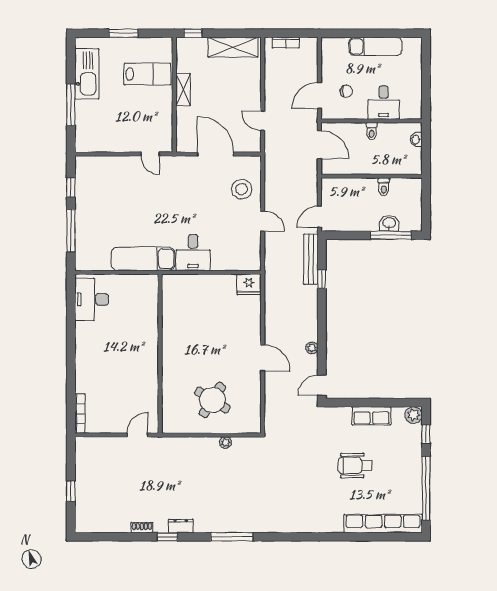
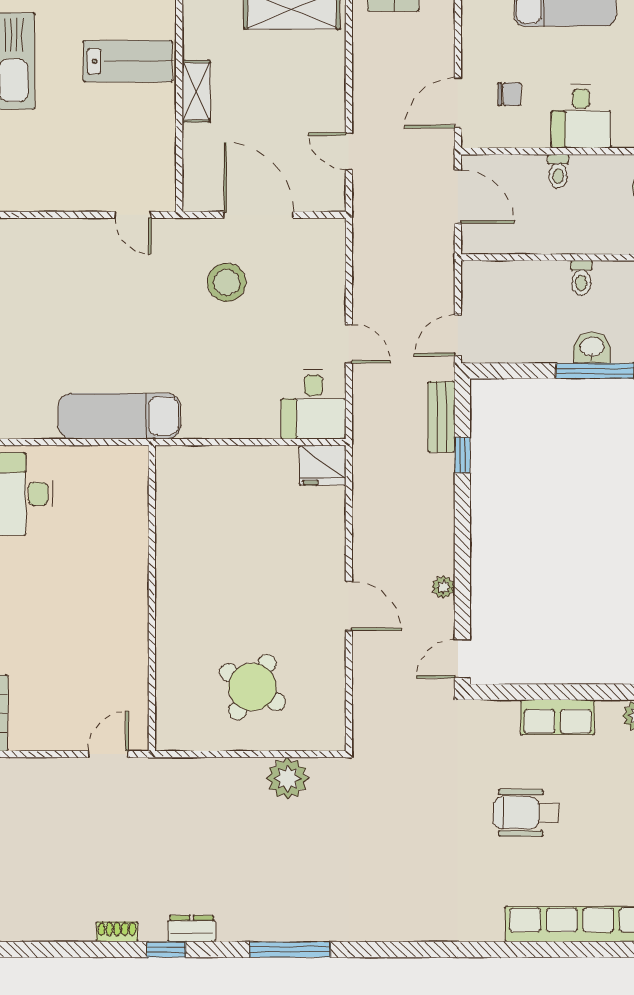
stool: (242, 189) -> (227, 282), moved
desk: (193, 253) -> (313, 404), moved
bench: (311, 259) -> (441, 417), width x0.73
plant: (225, 442) -> (287, 778), width x1.88, depth x1.88

